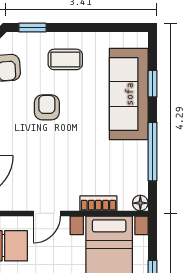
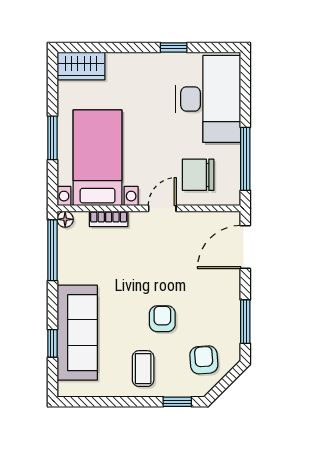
coffee table: (65, 59) -> (143, 369), turned 90
armchair: (47, 107) -> (162, 319), turned 180
window: (152, 152) -> (52, 250), moved

